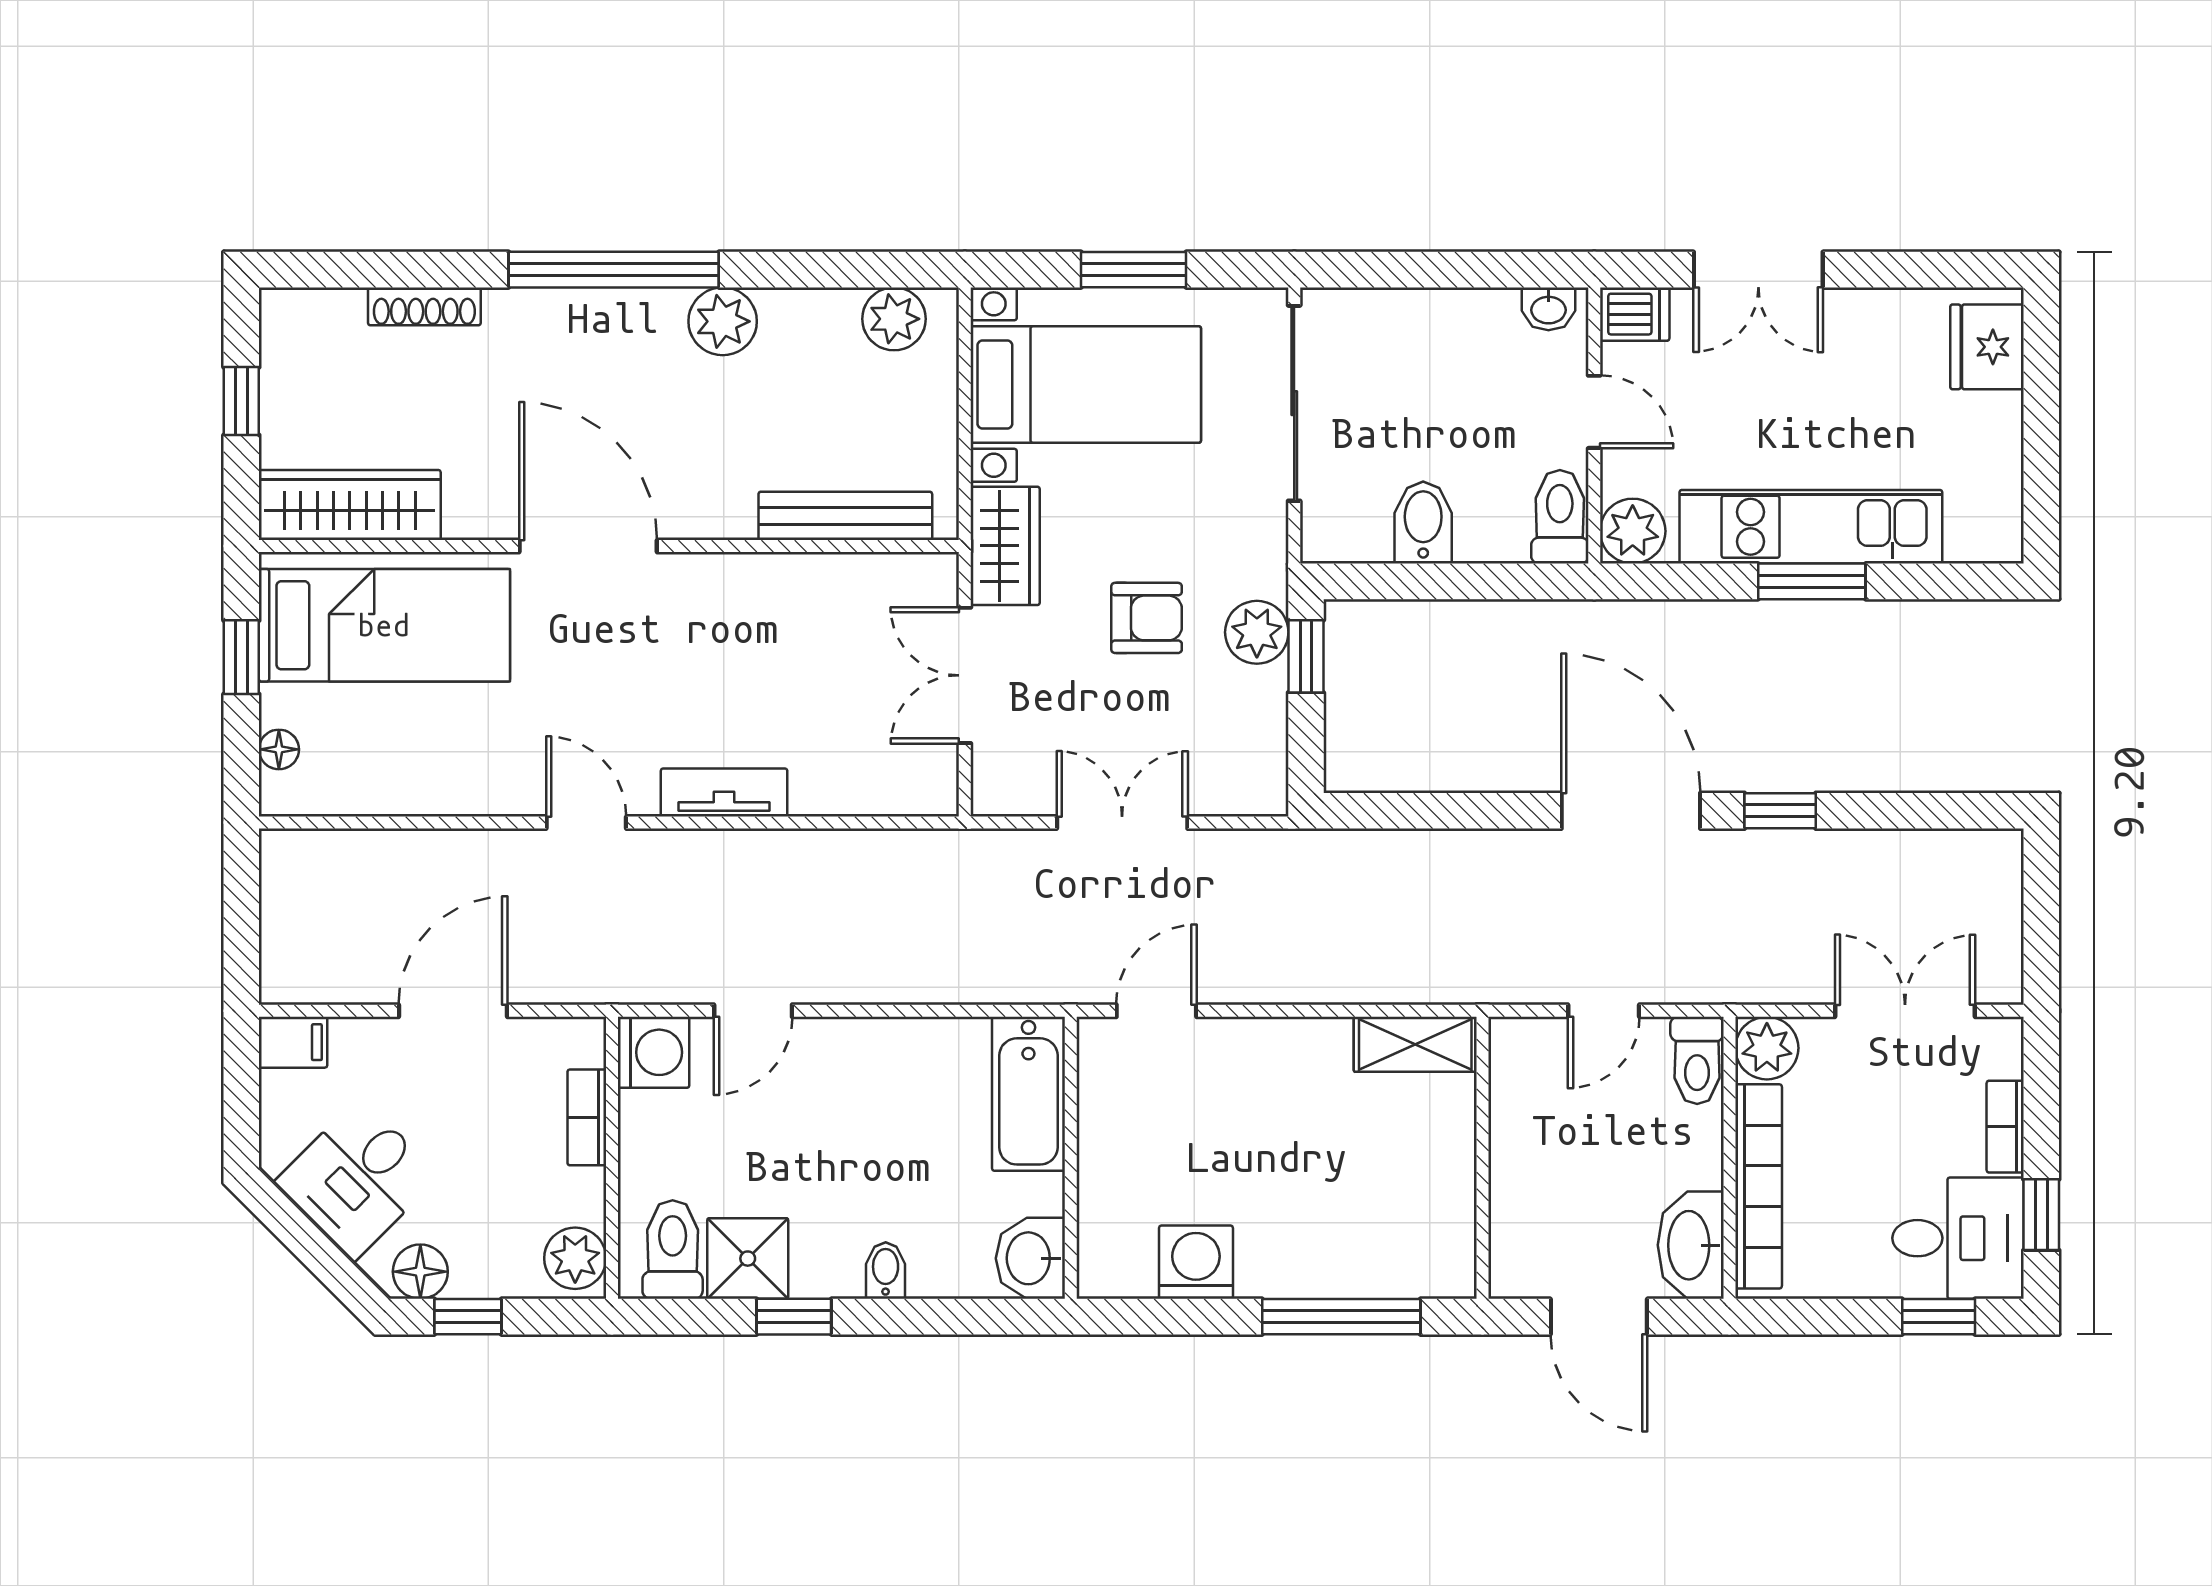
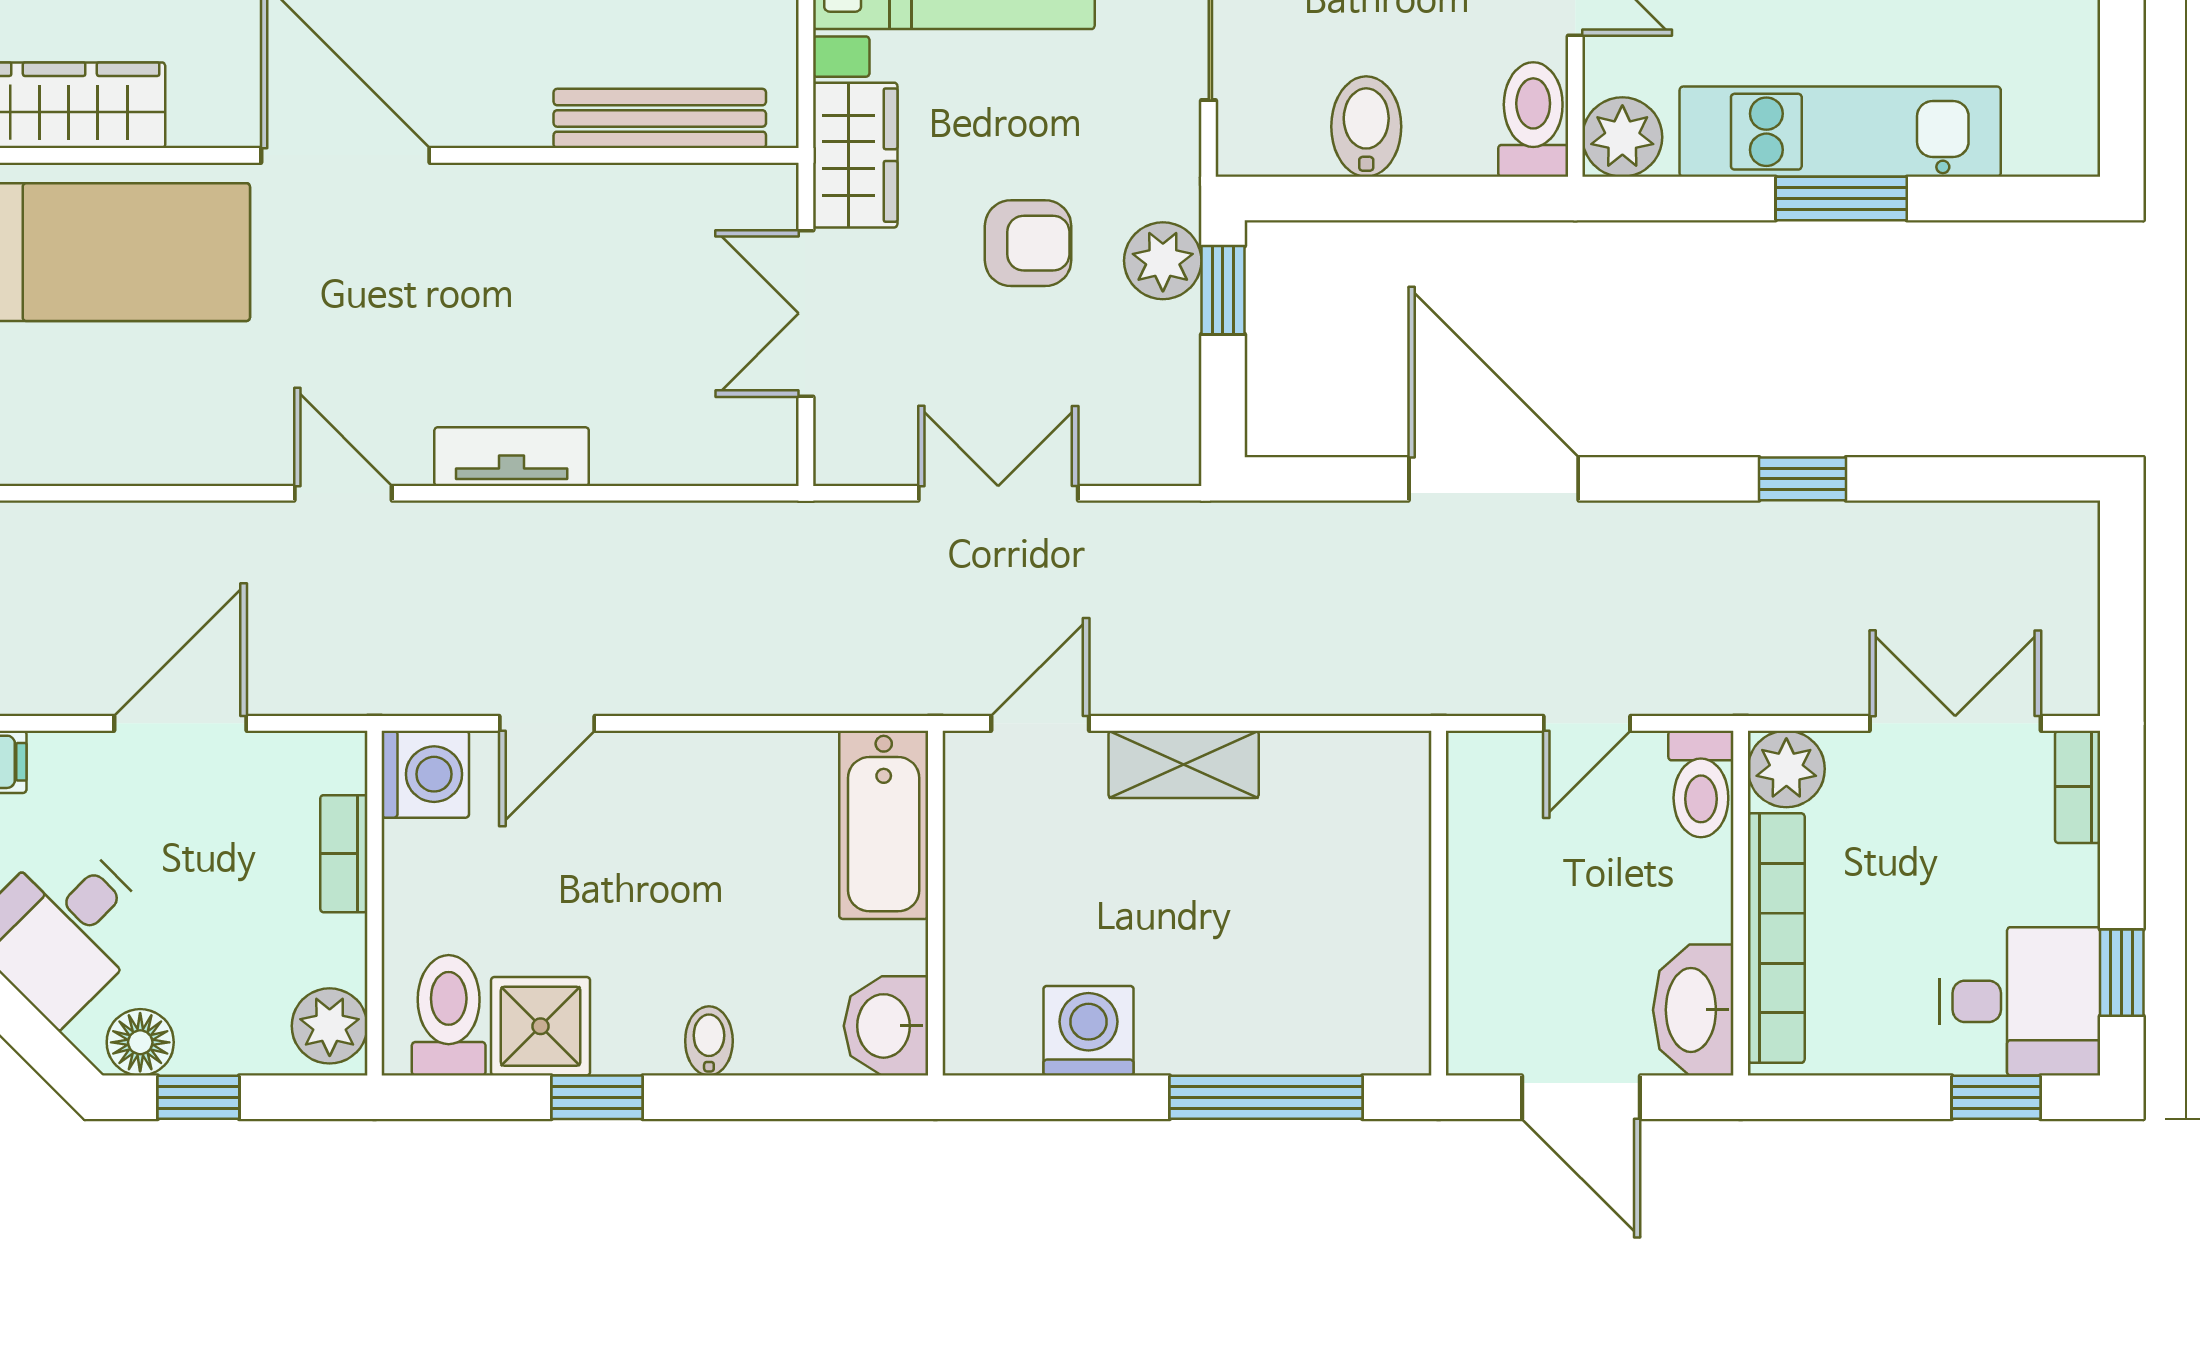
door: (1631, 811) -> (1494, 479), moved
shelving: (1415, 1044) -> (1184, 764), moved
bookcase: (2005, 1127) -> (2078, 787), moved

